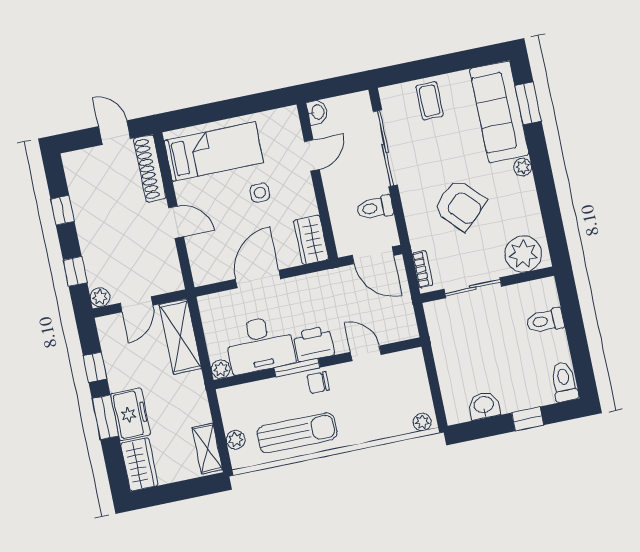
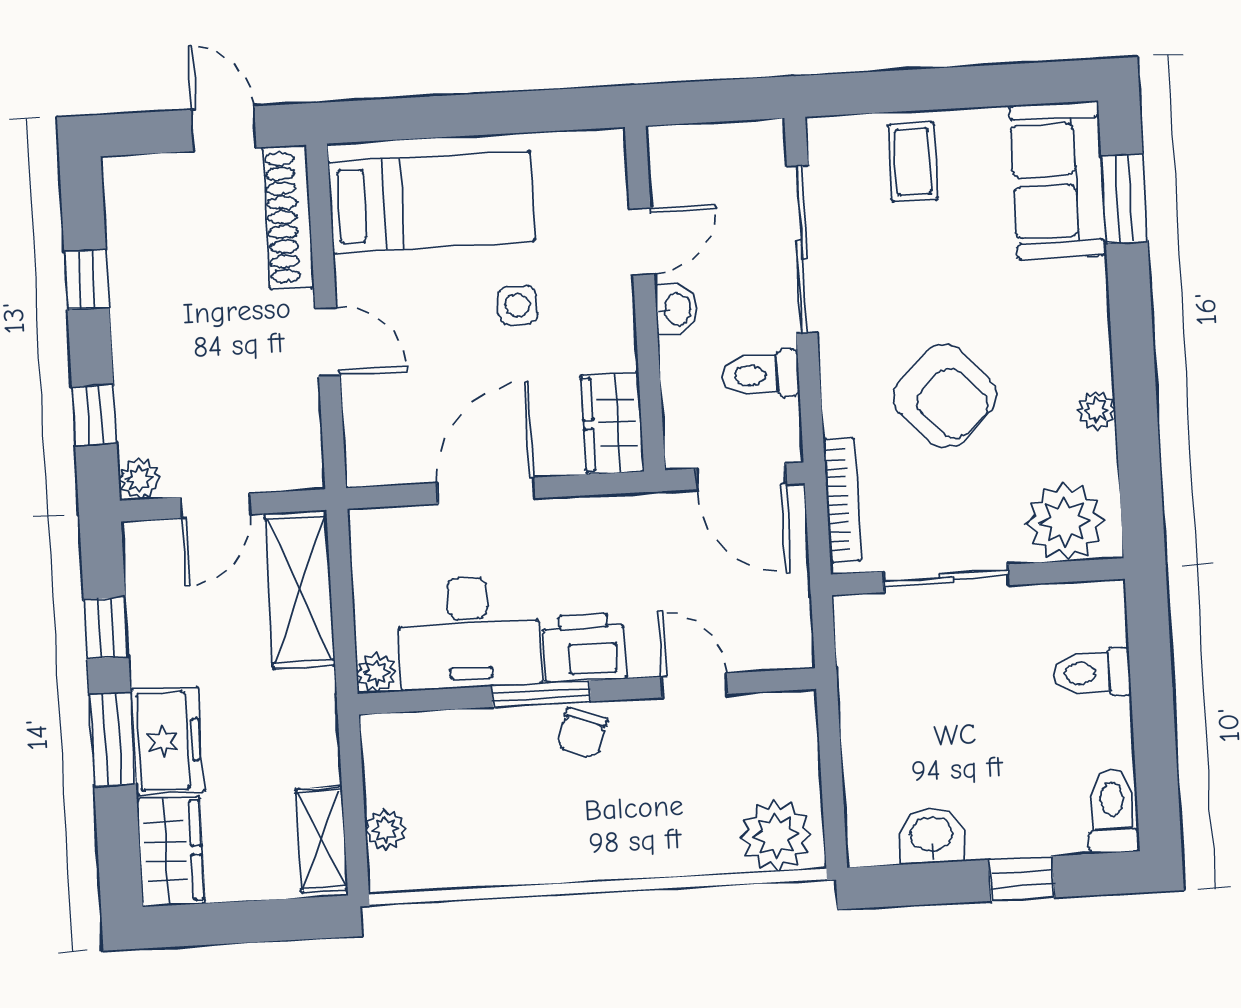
washbasin: (317, 112) -> (676, 309), moved
sofa: (499, 112) -> (1058, 180), width x0.73
plant: (523, 167) -> (1096, 411), moved
bookcase: (423, 269) -> (842, 500), width x1.56
chair: (318, 383) -> (582, 733), turned -71
plant: (422, 422) -> (776, 836), width x1.87, depth x1.87
sun lounger: (297, 433) -> (520, 834), removed

